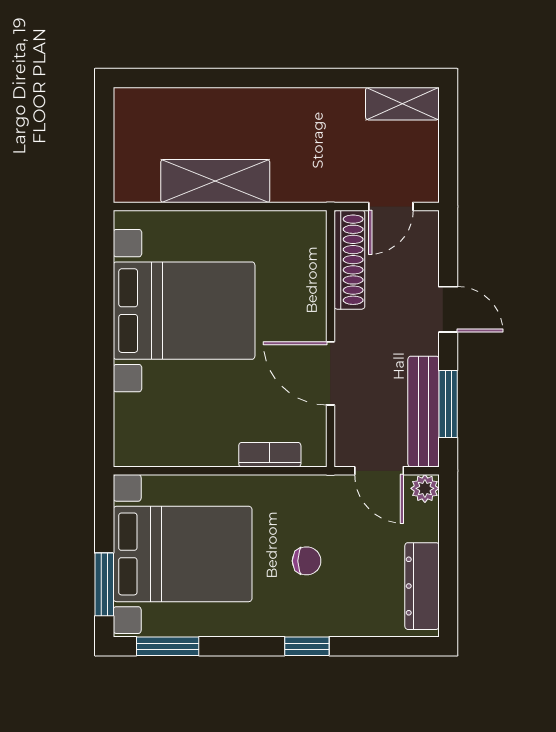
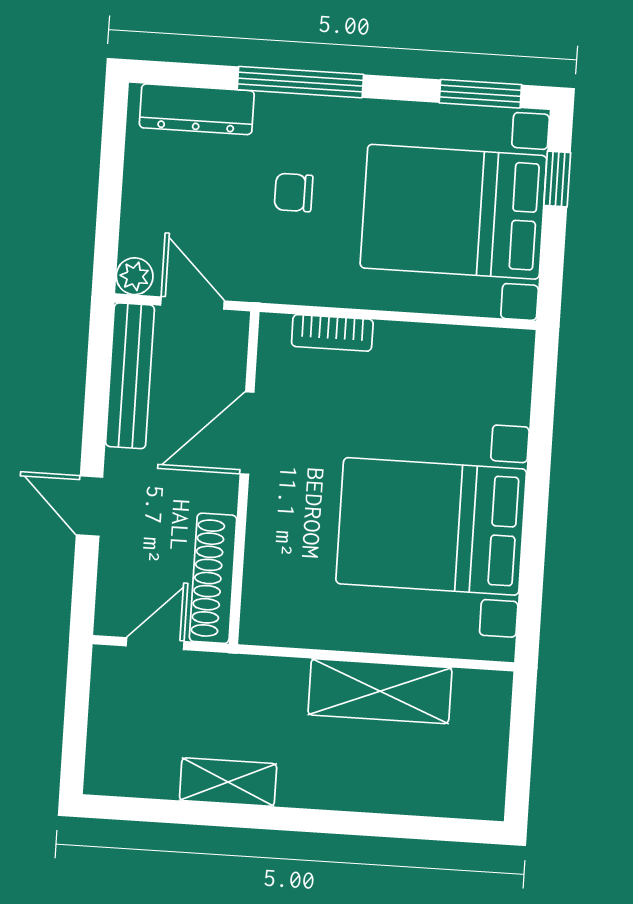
shelving: (402, 104) -> (228, 782), moved
door: (330, 373) -> (247, 433), swing flipped
window: (448, 404) -> (98, 384), removed
window: (104, 584) -> (557, 179), width x0.67
dresser: (422, 586) -> (197, 109), moved, turned 90
window: (307, 646) -> (300, 82), width x2.17

